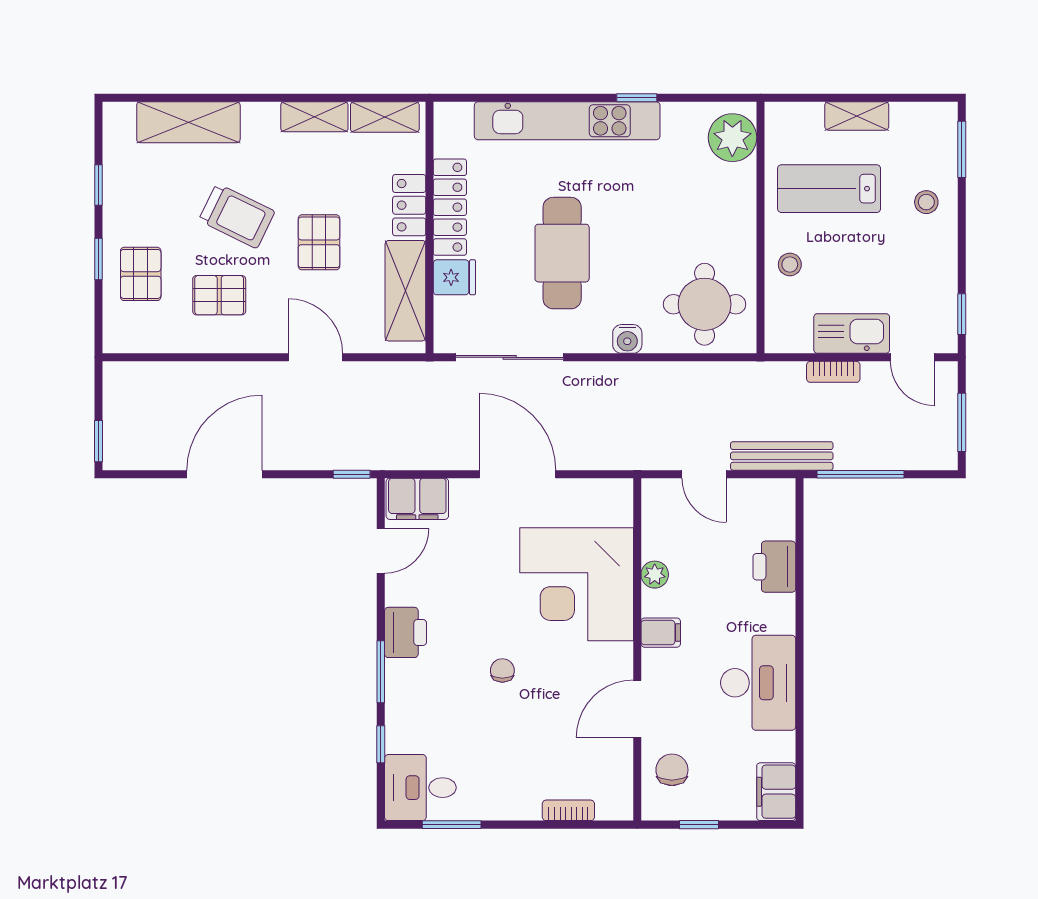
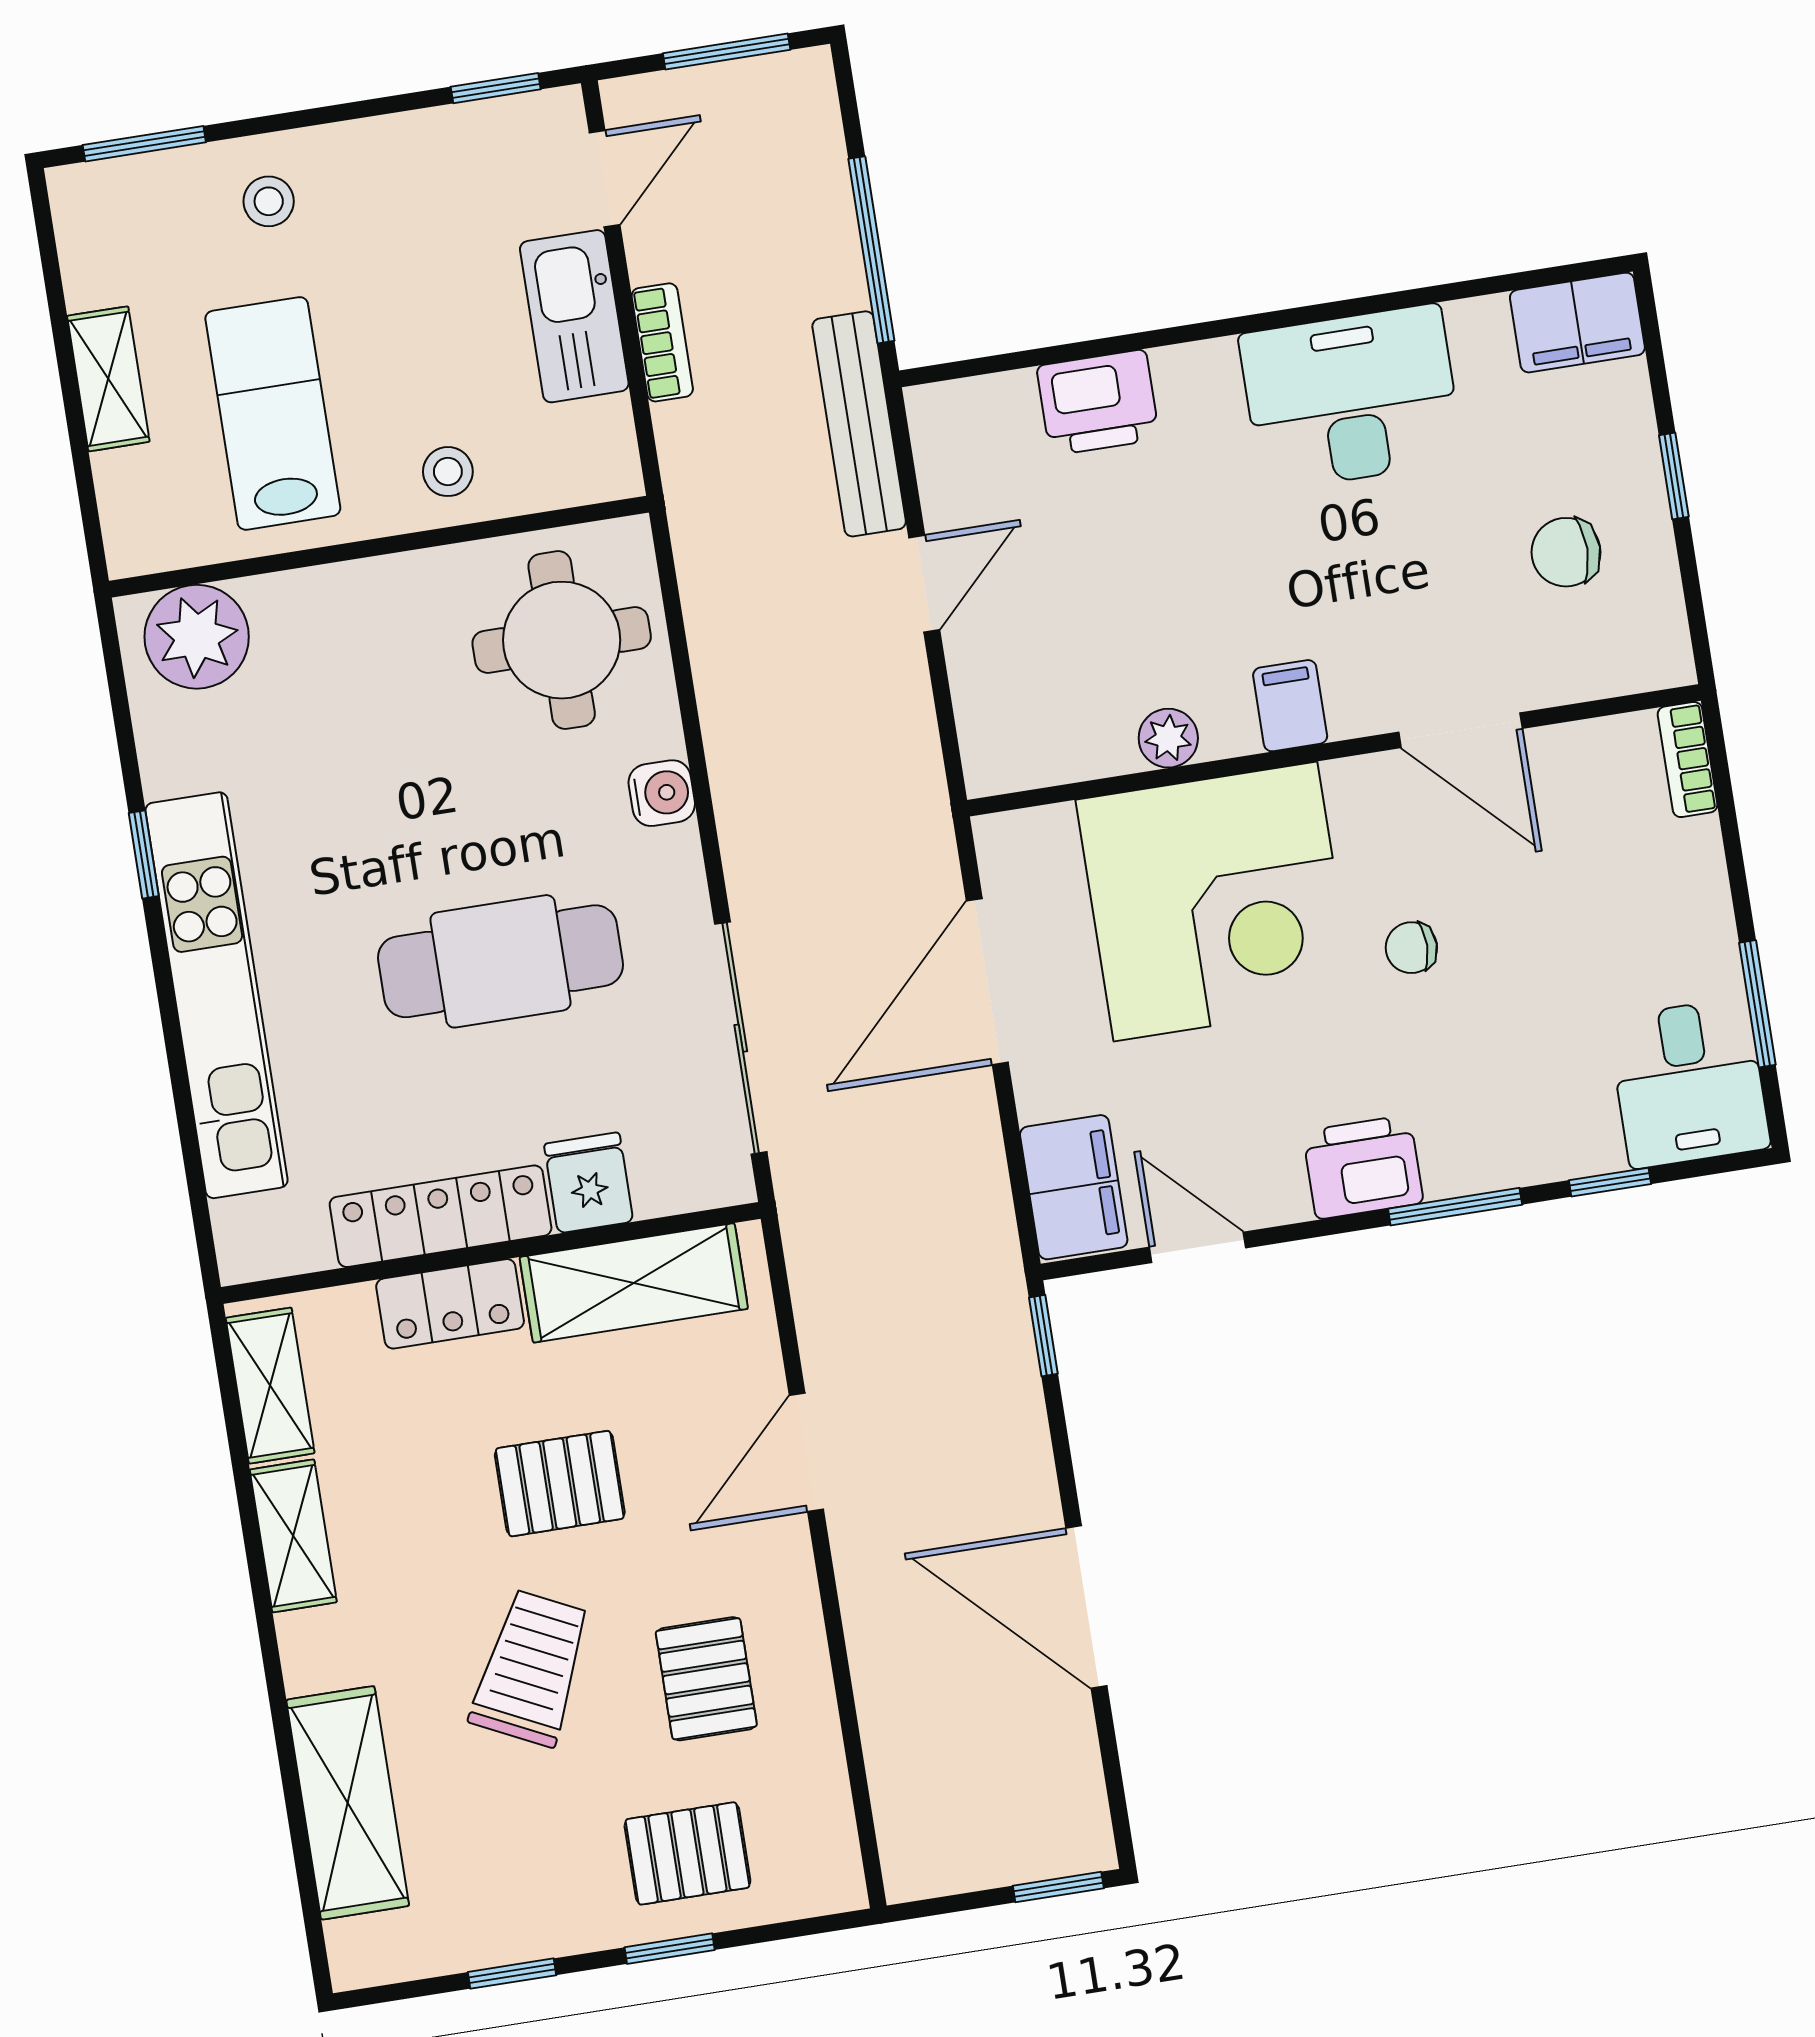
lab bench: (829, 189) -> (273, 413), turned 180
plant: (655, 575) -> (1168, 738), moved
corner desk: (577, 584) -> (1215, 902), moved
filing cabinet: (661, 633) -> (1290, 706), moved
wall: (637, 649) -> (1334, 750), moved
door: (637, 709) -> (1460, 730), moved

